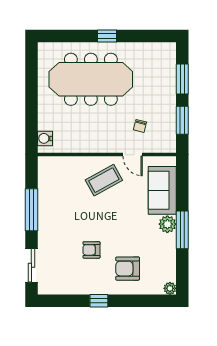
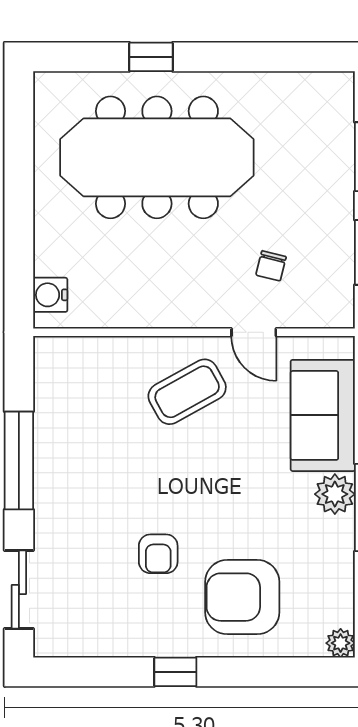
window: (107, 36) -> (151, 57), moved
armchair: (91, 250) -> (158, 554), turned -90
armchair: (128, 269) -> (242, 597), width x1.36, depth x1.36

